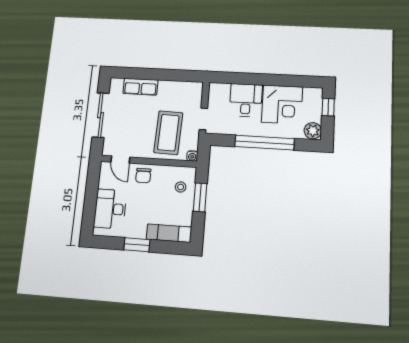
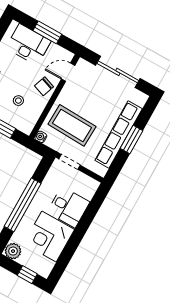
window: (157, 74) -> (131, 139), added
row of seats: (140, 87) -> (119, 135), width x2.02
chair: (143, 176) -> (44, 86), turned -71
stool: (181, 187) -> (18, 101), moved
window: (91, 196) -> (47, 32), added

